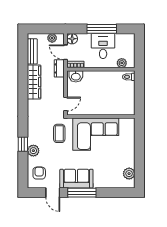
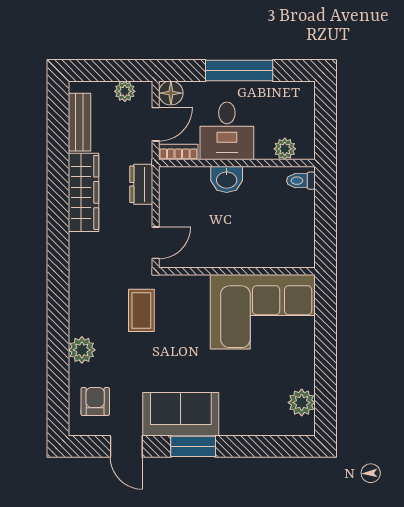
desk: (103, 46) -> (227, 131), moved, turned 180
door: (65, 52) -> (156, 124), swing flipped
dresser: (59, 68) -> (141, 184), moved
washbasin: (76, 76) -> (227, 179), moved
corner sofa: (96, 134) -> (263, 312), moved
window: (23, 144) -> (58, 335), removed
window: (82, 193) -> (193, 446), width x0.69

